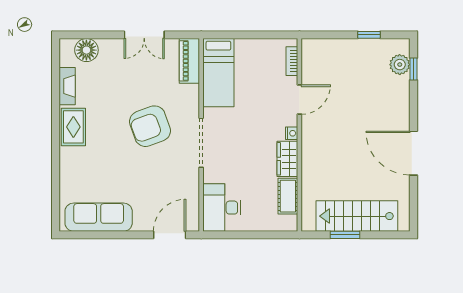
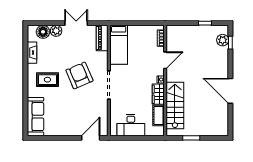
double door: (144, 35) -> (76, 23), swing flipped
plant: (109, 48) -> (56, 31), added
armchair: (150, 126) -> (79, 75), turned 87
rug: (73, 127) -> (47, 80), moved, turned 90
desk: (222, 208) -> (131, 125), moved, turned -90
stairs: (357, 216) -> (175, 106), moved, turned 90
sofa: (99, 217) -> (36, 117), moved, turned 90

